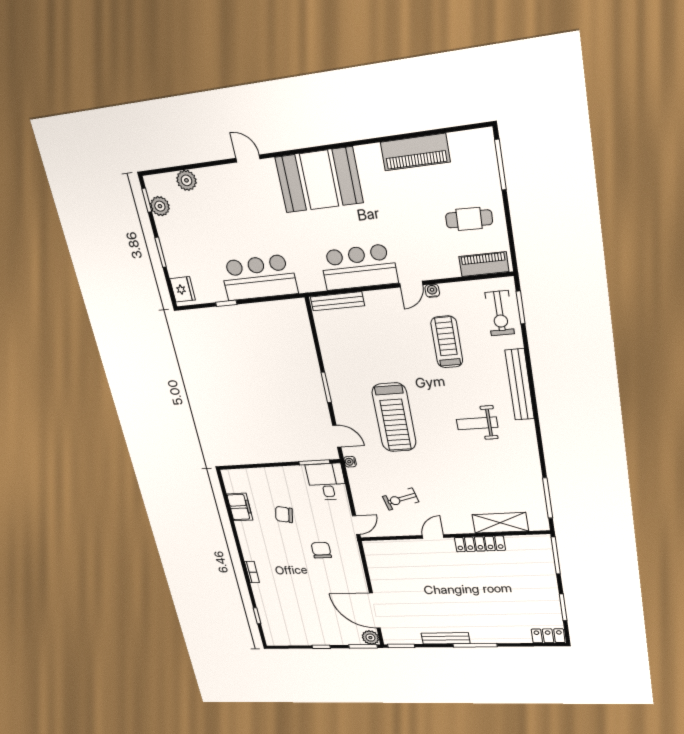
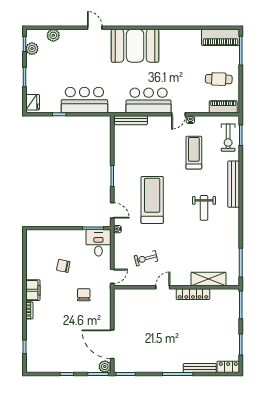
piano: (415, 152) -> (221, 37), moved
treadmill: (394, 417) -> (152, 200), turned 180
weight bench: (477, 423) -> (204, 208), turned -90
filing cabinet: (240, 507) -> (33, 290), moved
bench: (446, 638) -> (200, 368), moved

